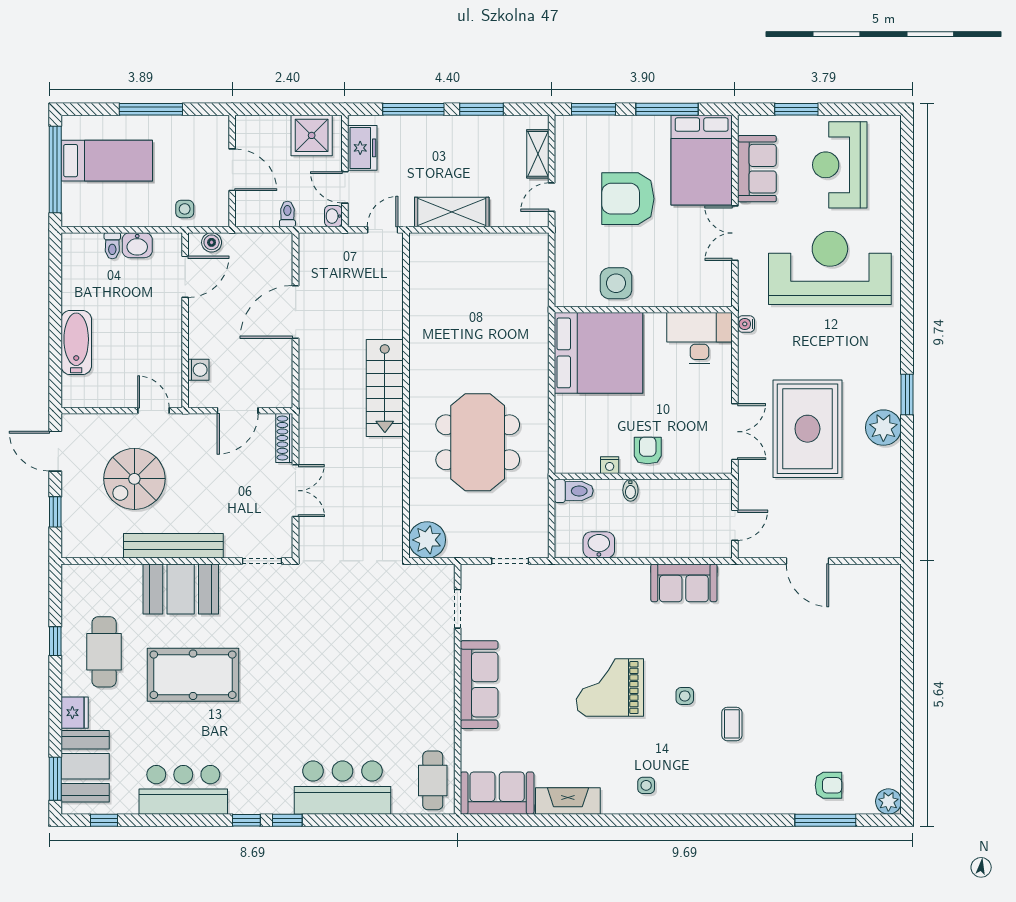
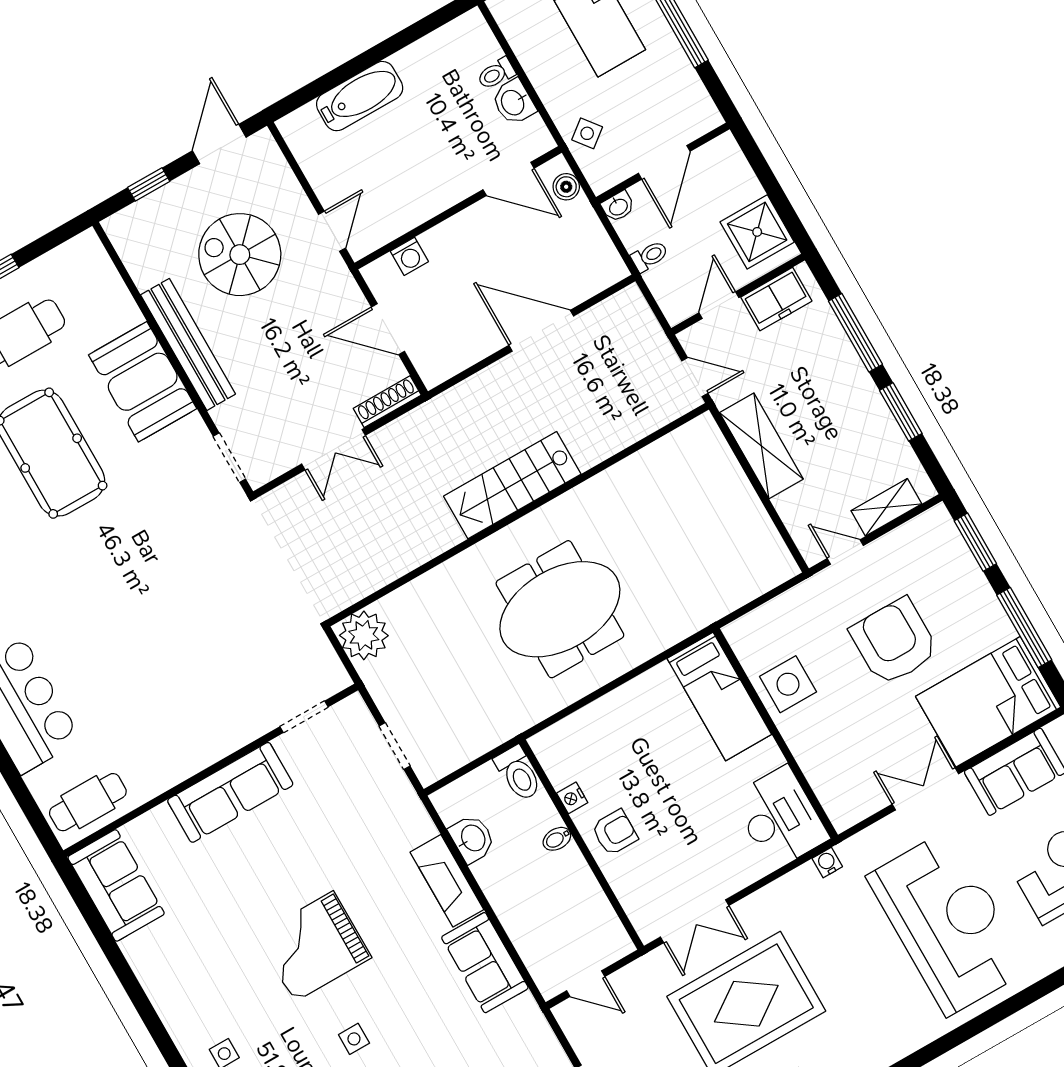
side table: (185, 209) -> (587, 133), turned -38
washbasin: (333, 216) -> (618, 207), moved, turned 180
bed: (599, 353) -> (719, 696), width x0.49
meeting table: (478, 442) -> (560, 609), moved
grand piano: (610, 688) -> (314, 946), turned -90
fireplace: (568, 801) -> (447, 881), moved, turned 180

